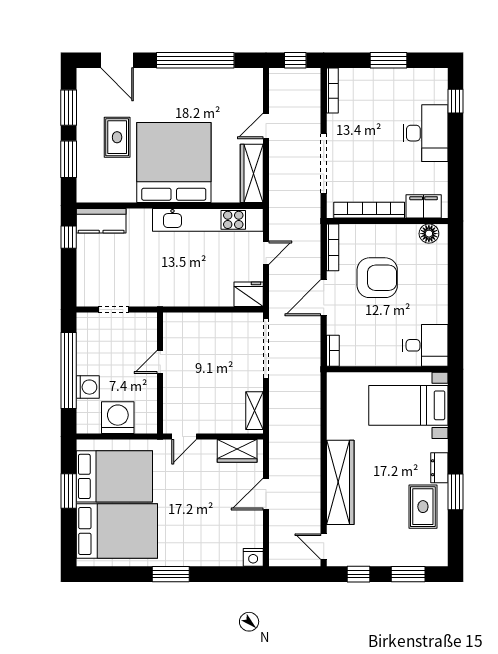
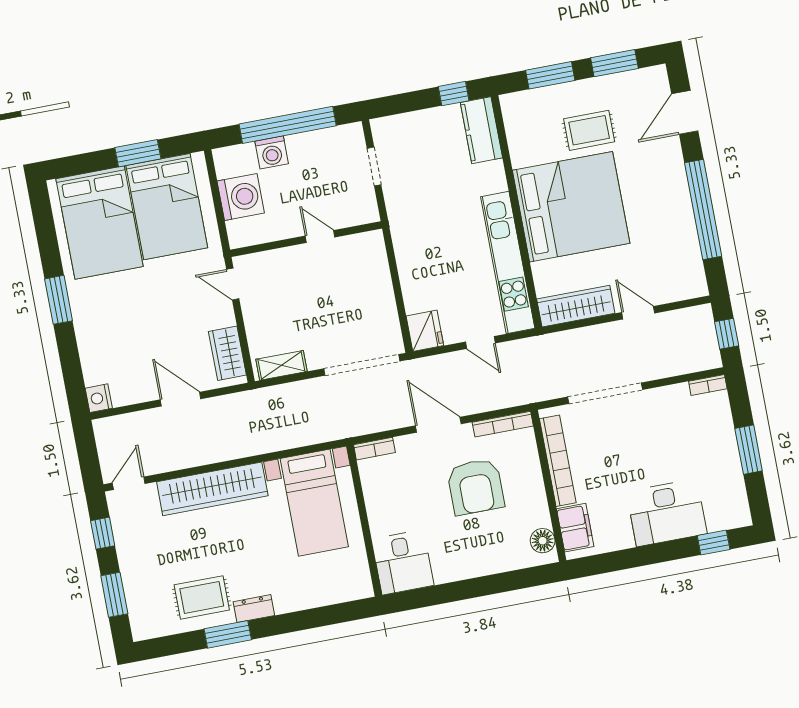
bookcase: (332, 91) -> (708, 385), width x0.64
bed with nightstands: (408, 405) -> (314, 503), moved, turned 180

